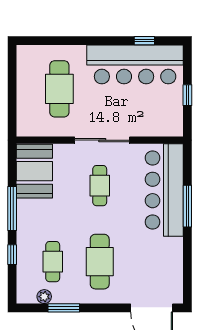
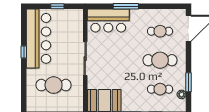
window: (144, 41) -> (24, 52), moved
cafe table: (100, 186) -> (160, 31), moved
bar counter: (164, 190) -> (108, 20), width x0.73

